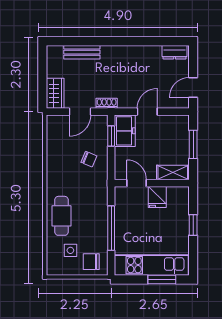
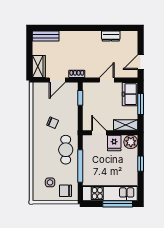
bench: (82, 52) -> (46, 36), moved
dresser: (175, 52) -> (111, 36), moved
freezer: (125, 131) -> (130, 94), moved, turned 180
chair: (89, 159) -> (53, 123), moved
plant: (180, 196) -> (131, 142), added
cafe table: (62, 216) -> (66, 150), moved
window: (162, 279) -> (118, 204), width x1.44

